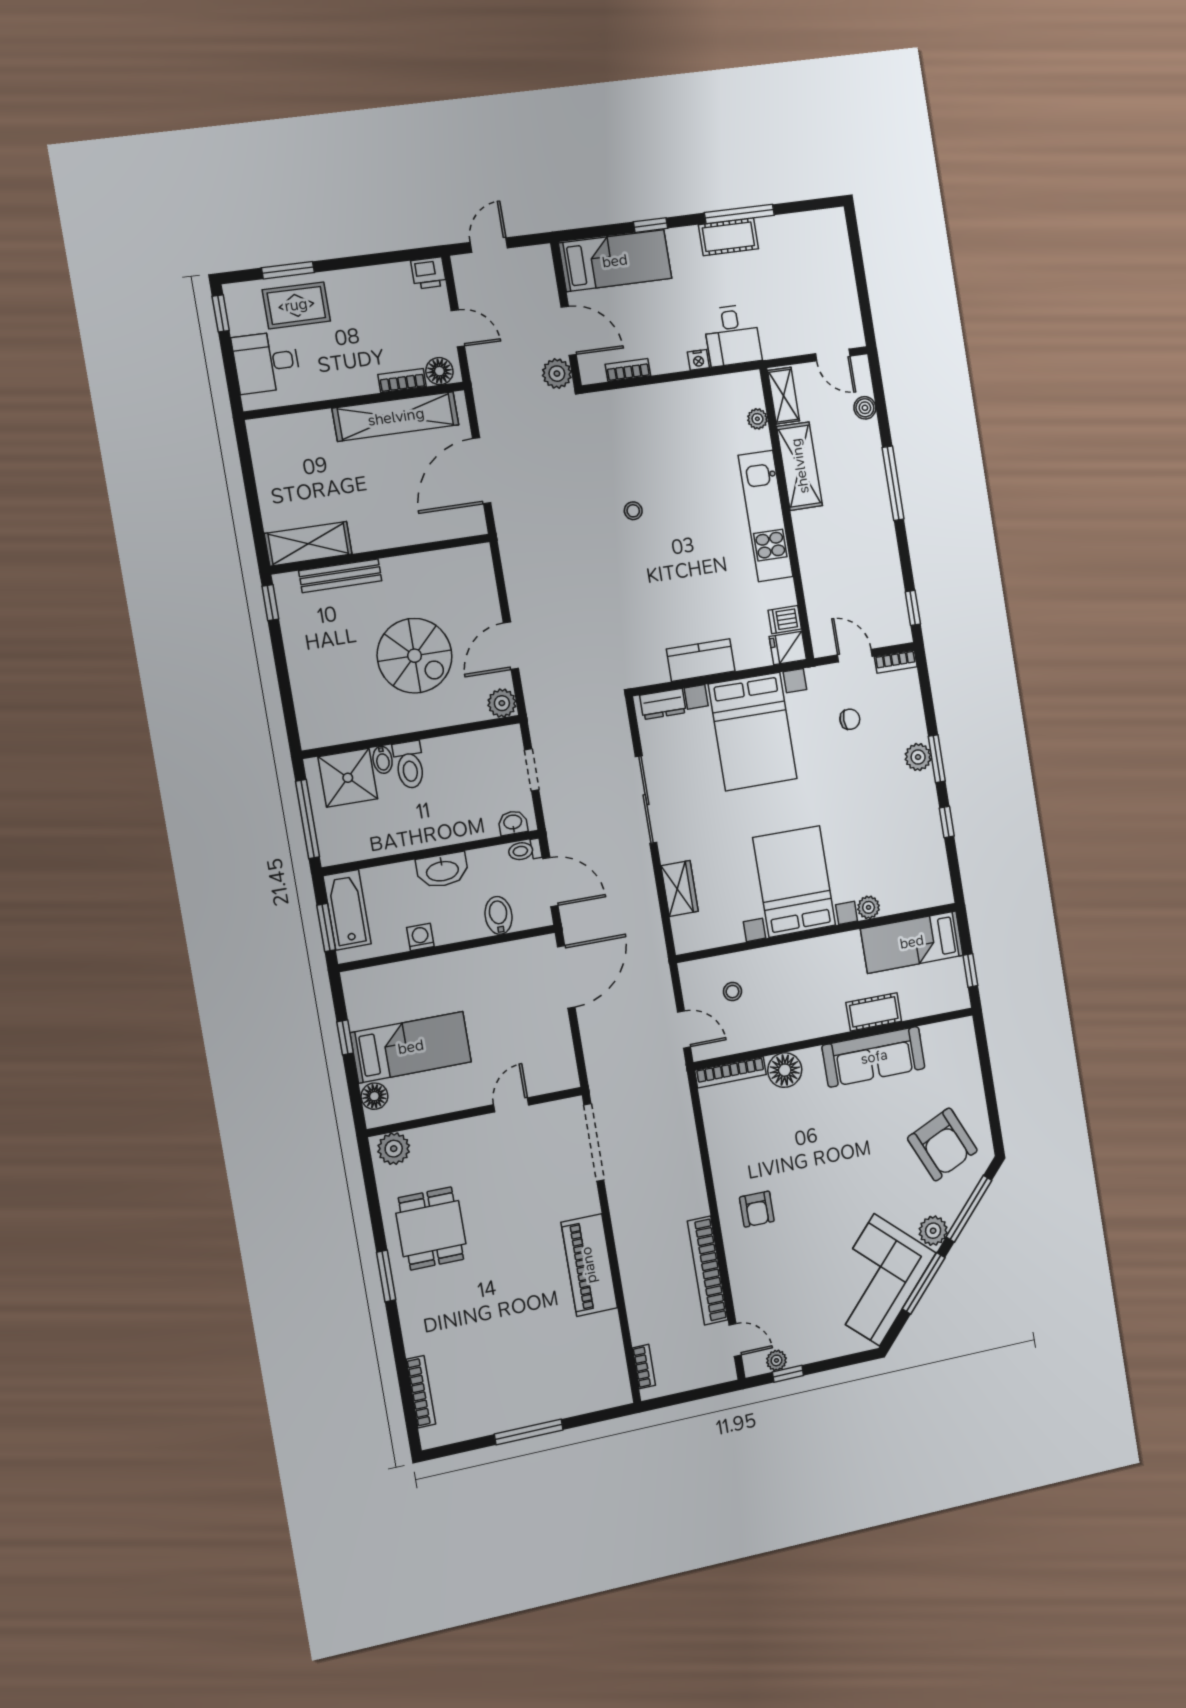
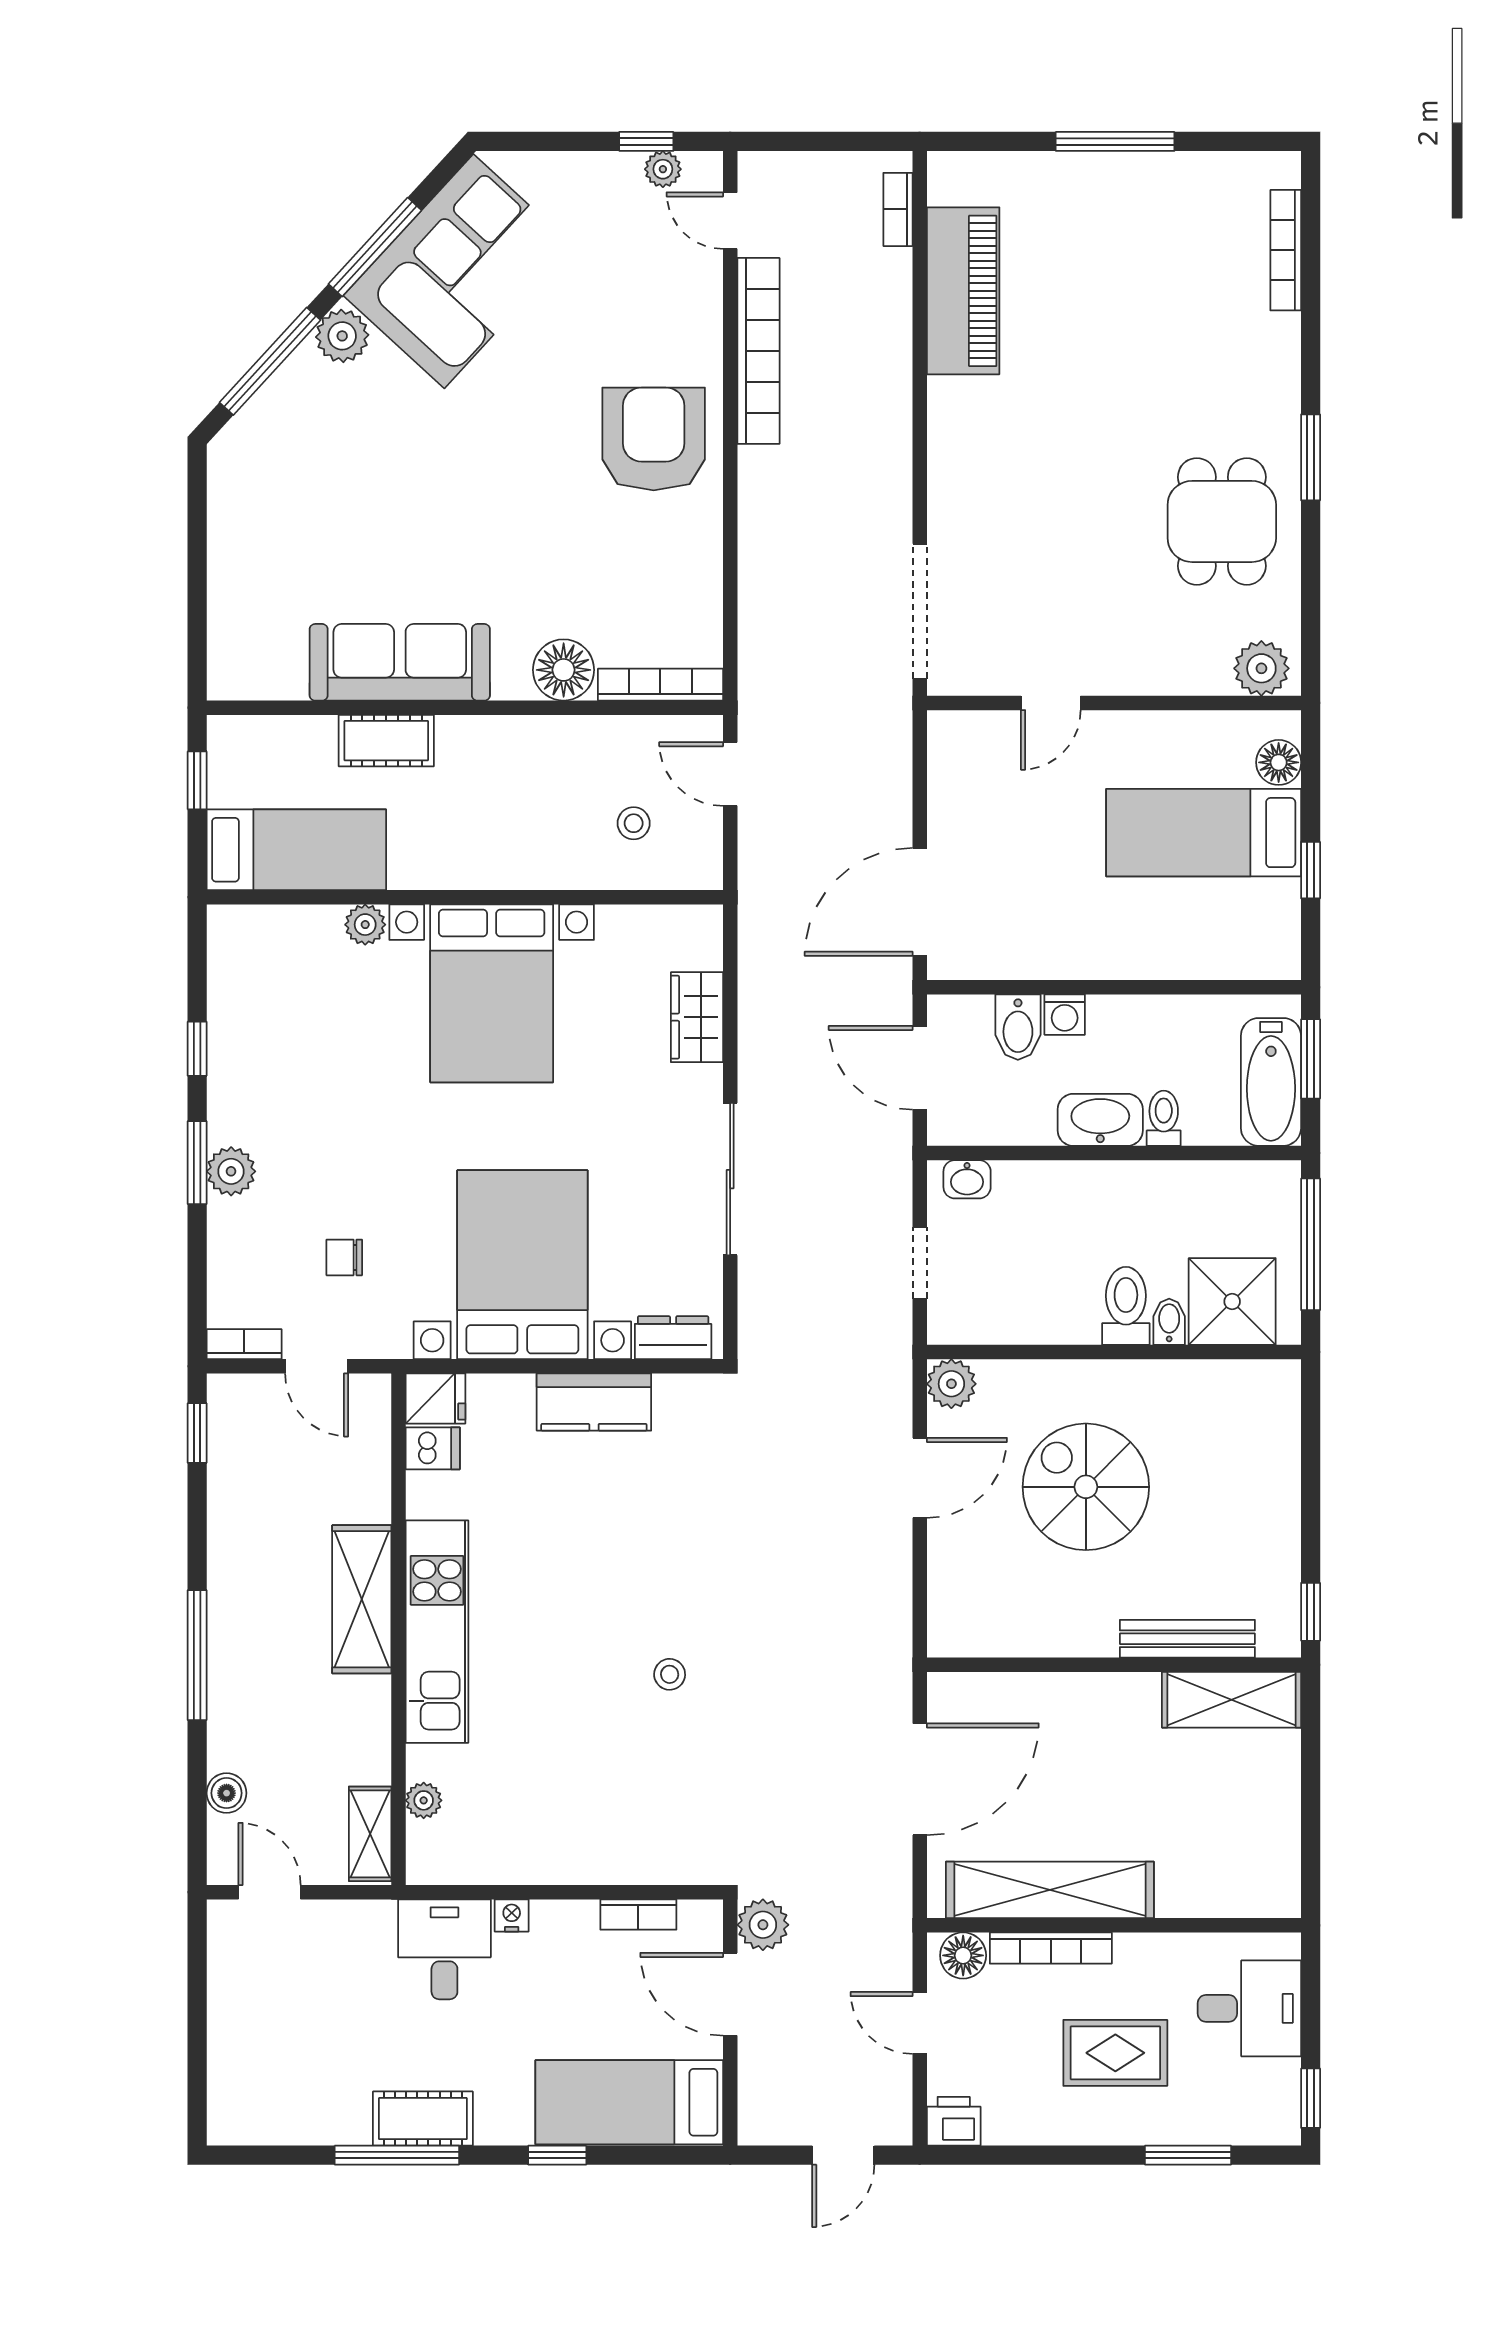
rug: (296, 305) -> (1115, 2053), moved
bookcase: (402, 381) -> (1051, 1948), width x1.56
shelving: (800, 466) -> (362, 1599), moved
toilet: (525, 850) -> (1164, 1118), moved, turned -90
washing machine: (420, 937) -> (1065, 1015), moved
armchair: (942, 1144) -> (300, 484), removed
armchair: (757, 1209) -> (654, 439), width x1.88, depth x1.88
piano: (589, 1265) -> (963, 291), moved

